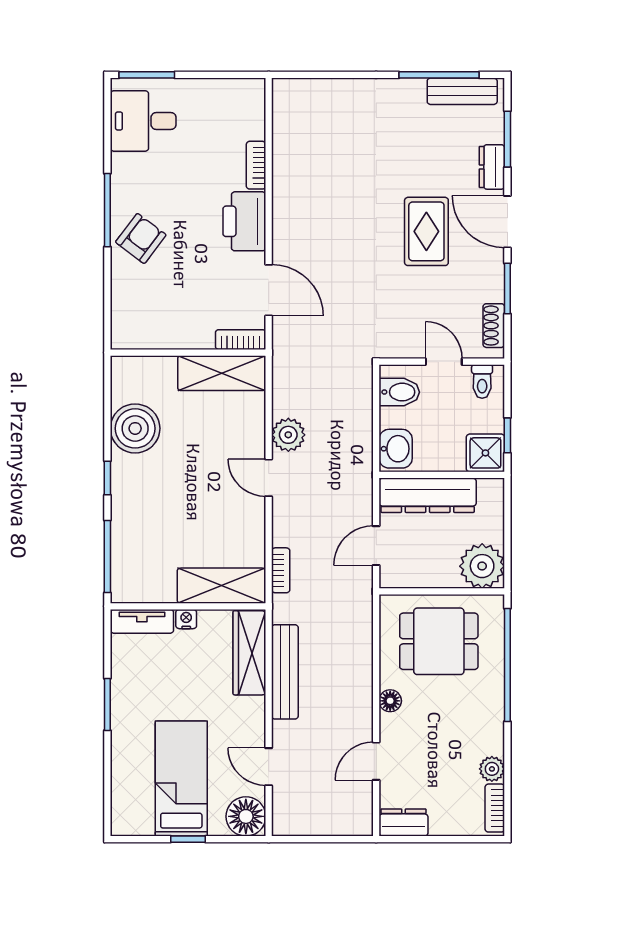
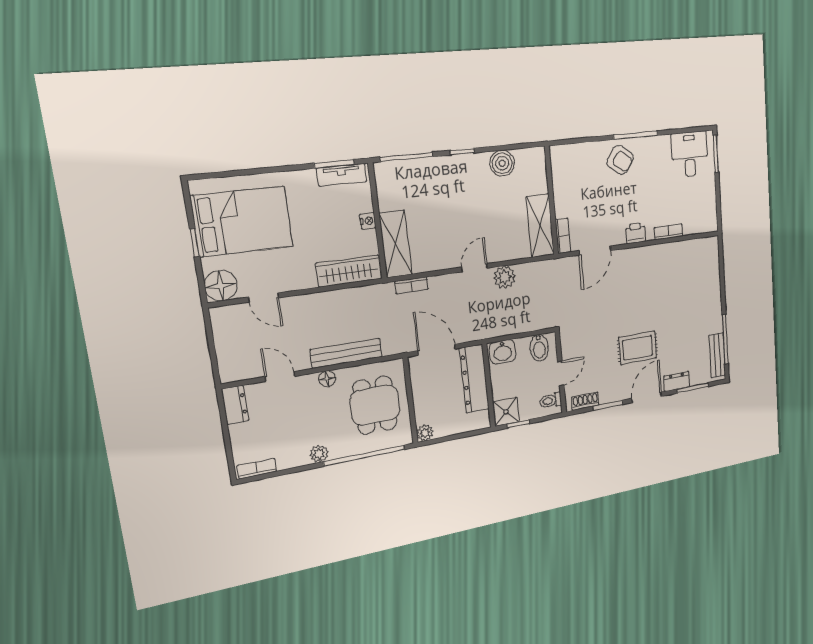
printer: (244, 221) -> (636, 233), width x0.53, depth x0.68
boiler: (135, 428) -> (502, 163), width x0.73, depth x0.73
door: (376, 546) -> (437, 350), width x1.38
plant: (482, 566) -> (425, 433), width x0.53, depth x0.53
tv unit: (142, 621) -> (342, 175), moved, turned -90
bench: (285, 672) -> (346, 353), moved
window: (107, 705) -> (334, 164), moved
door: (269, 767) -> (264, 297), swing flipped
plant: (492, 769) -> (319, 454), moved
bed: (181, 778) -> (242, 221), width x1.50

